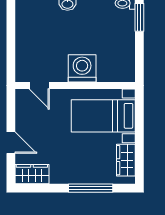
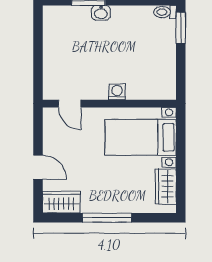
washing machine: (82, 68) -> (117, 92), width x0.53, depth x0.53
window: (91, 188) -> (107, 218), moved

